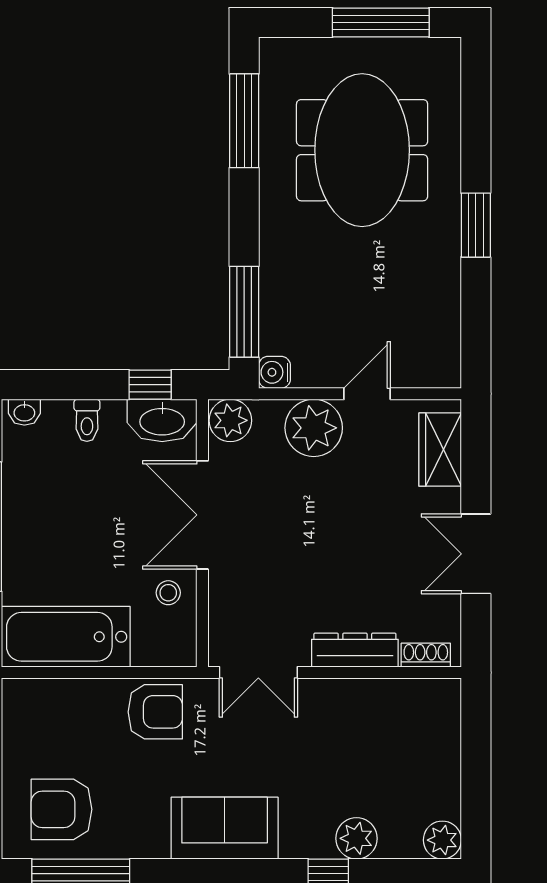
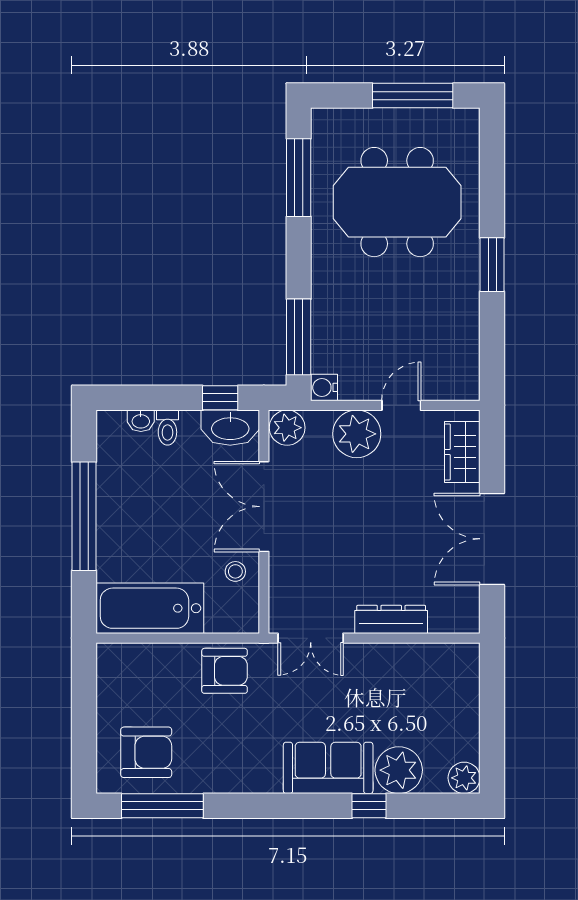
meeting table: (362, 150) -> (397, 202), turned 90
washbasin: (24, 412) -> (141, 421), moved
double door: (476, 554) -> (492, 539), width x1.37
shoe rack: (426, 655) -> (450, 624), removed
armchair: (61, 809) -> (146, 752), turned 180
sofa: (225, 828) -> (328, 768), moved
plant: (356, 838) -> (399, 770), width x1.36, depth x1.36

